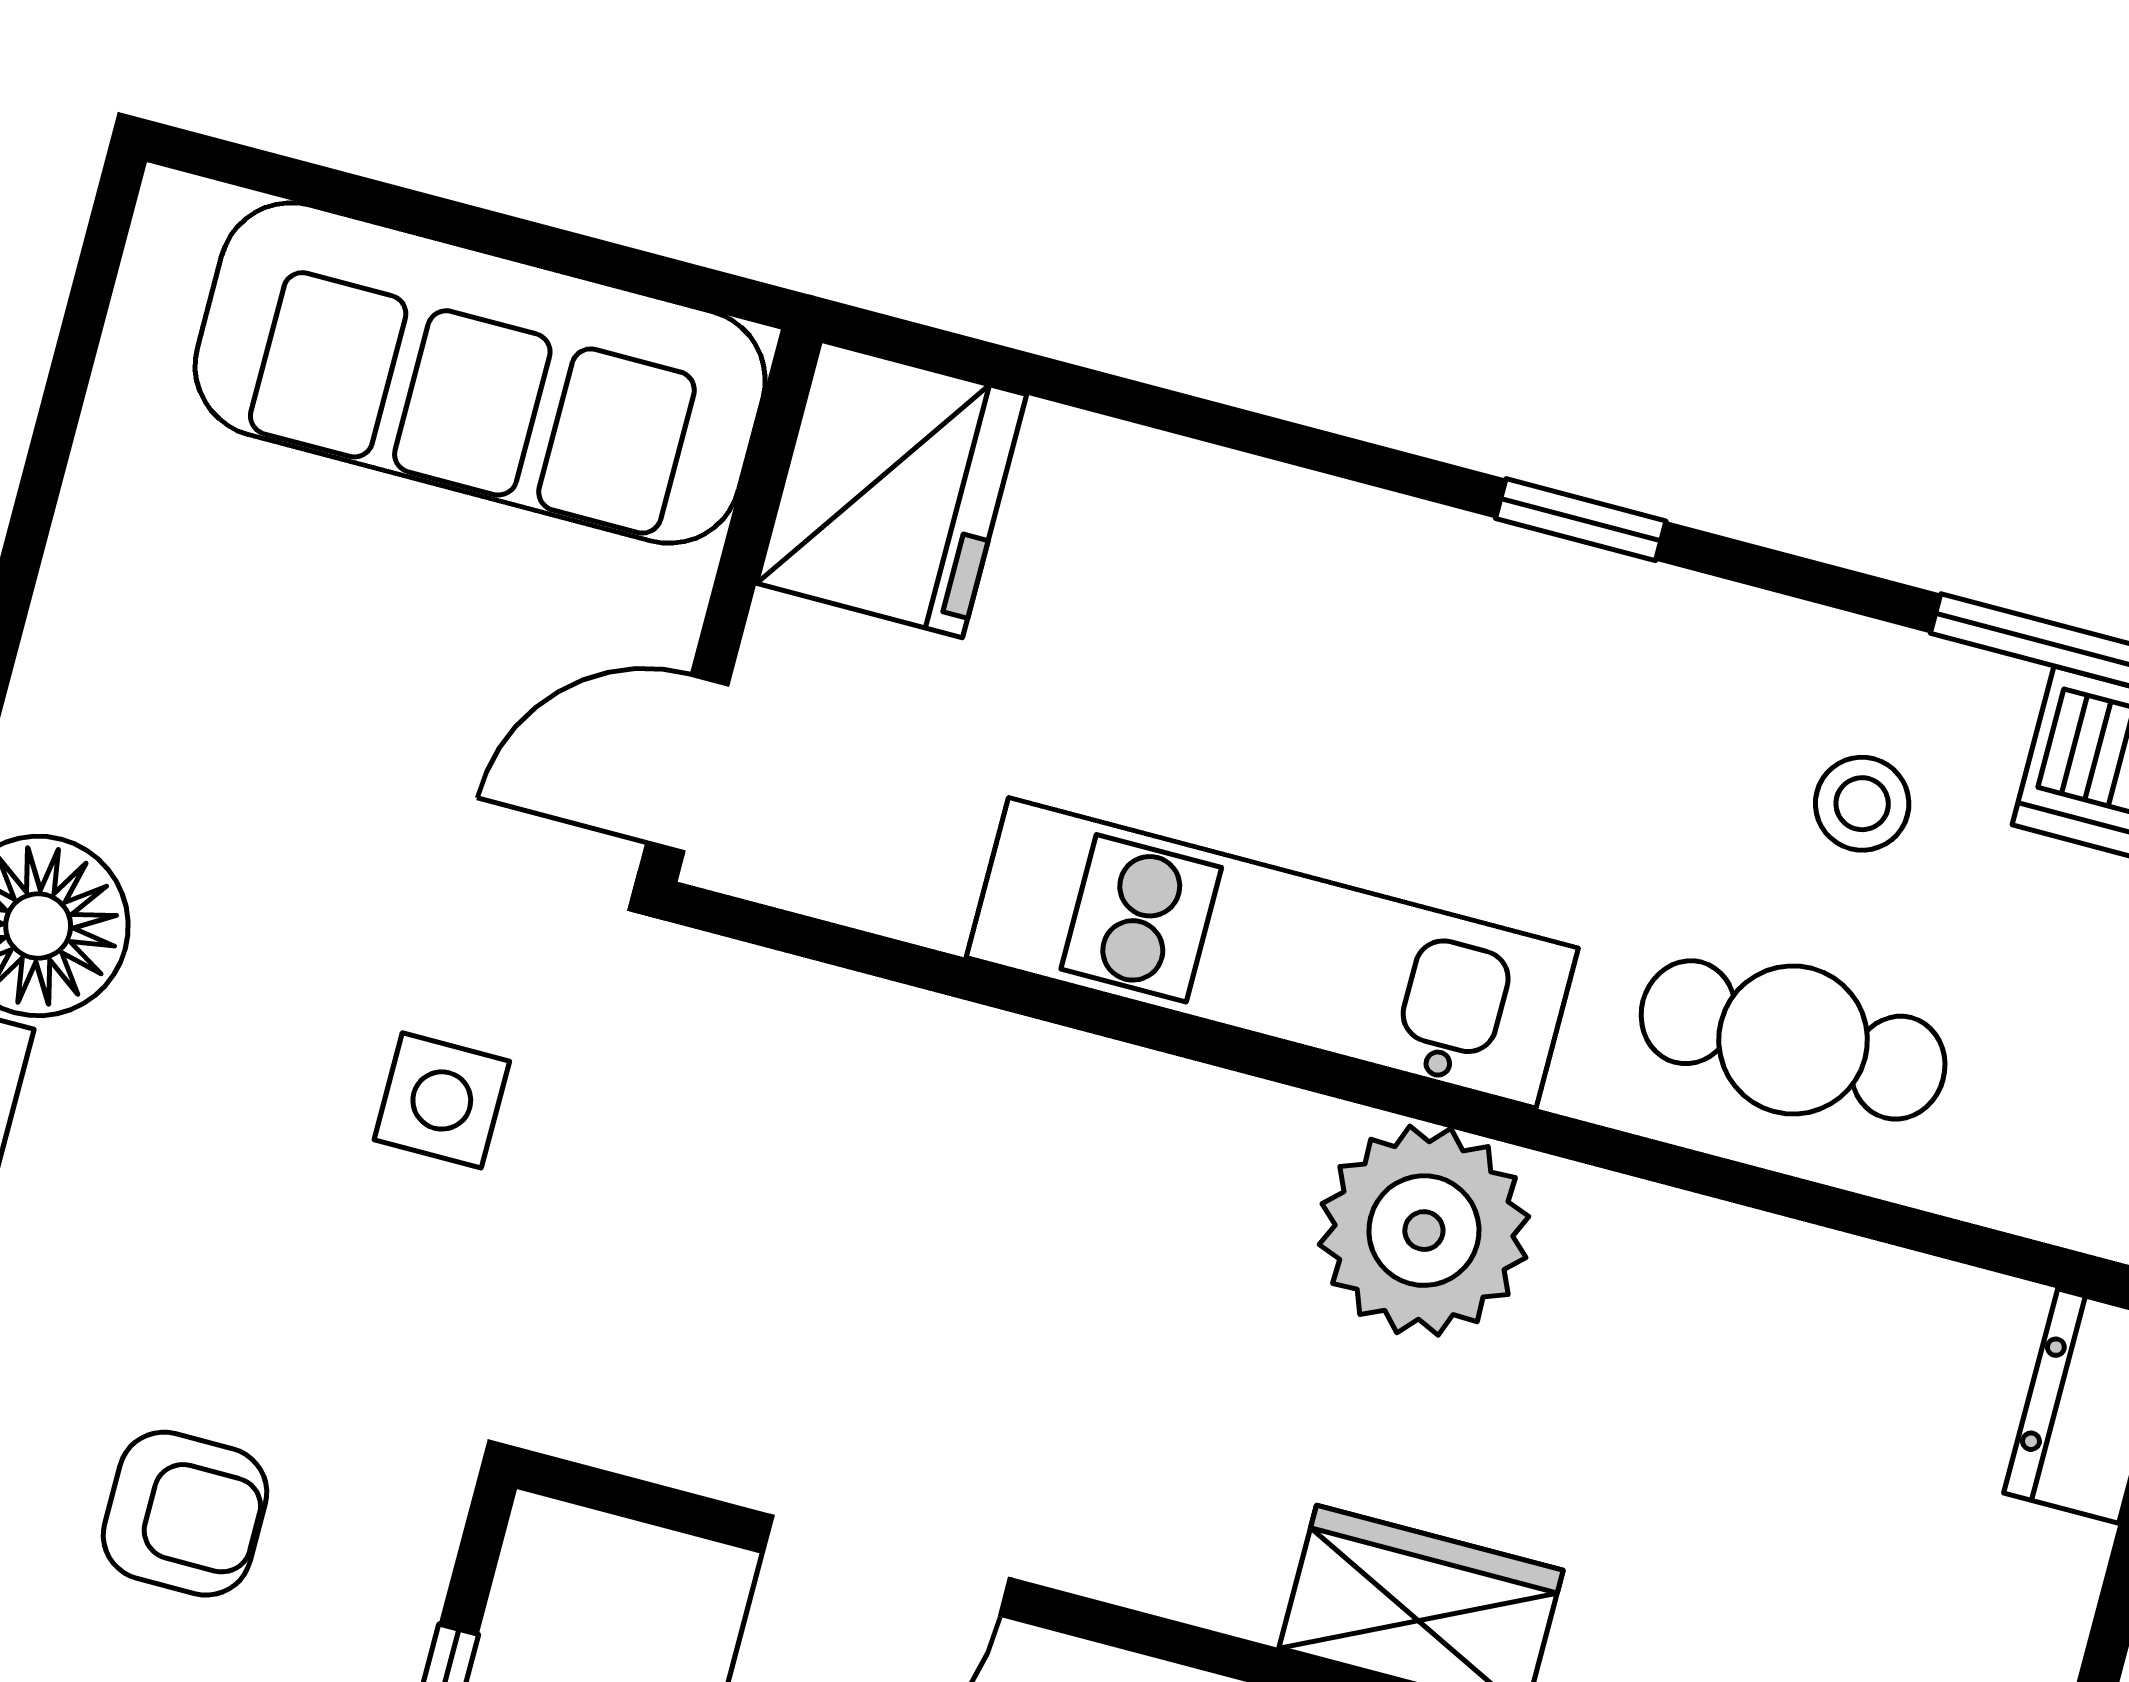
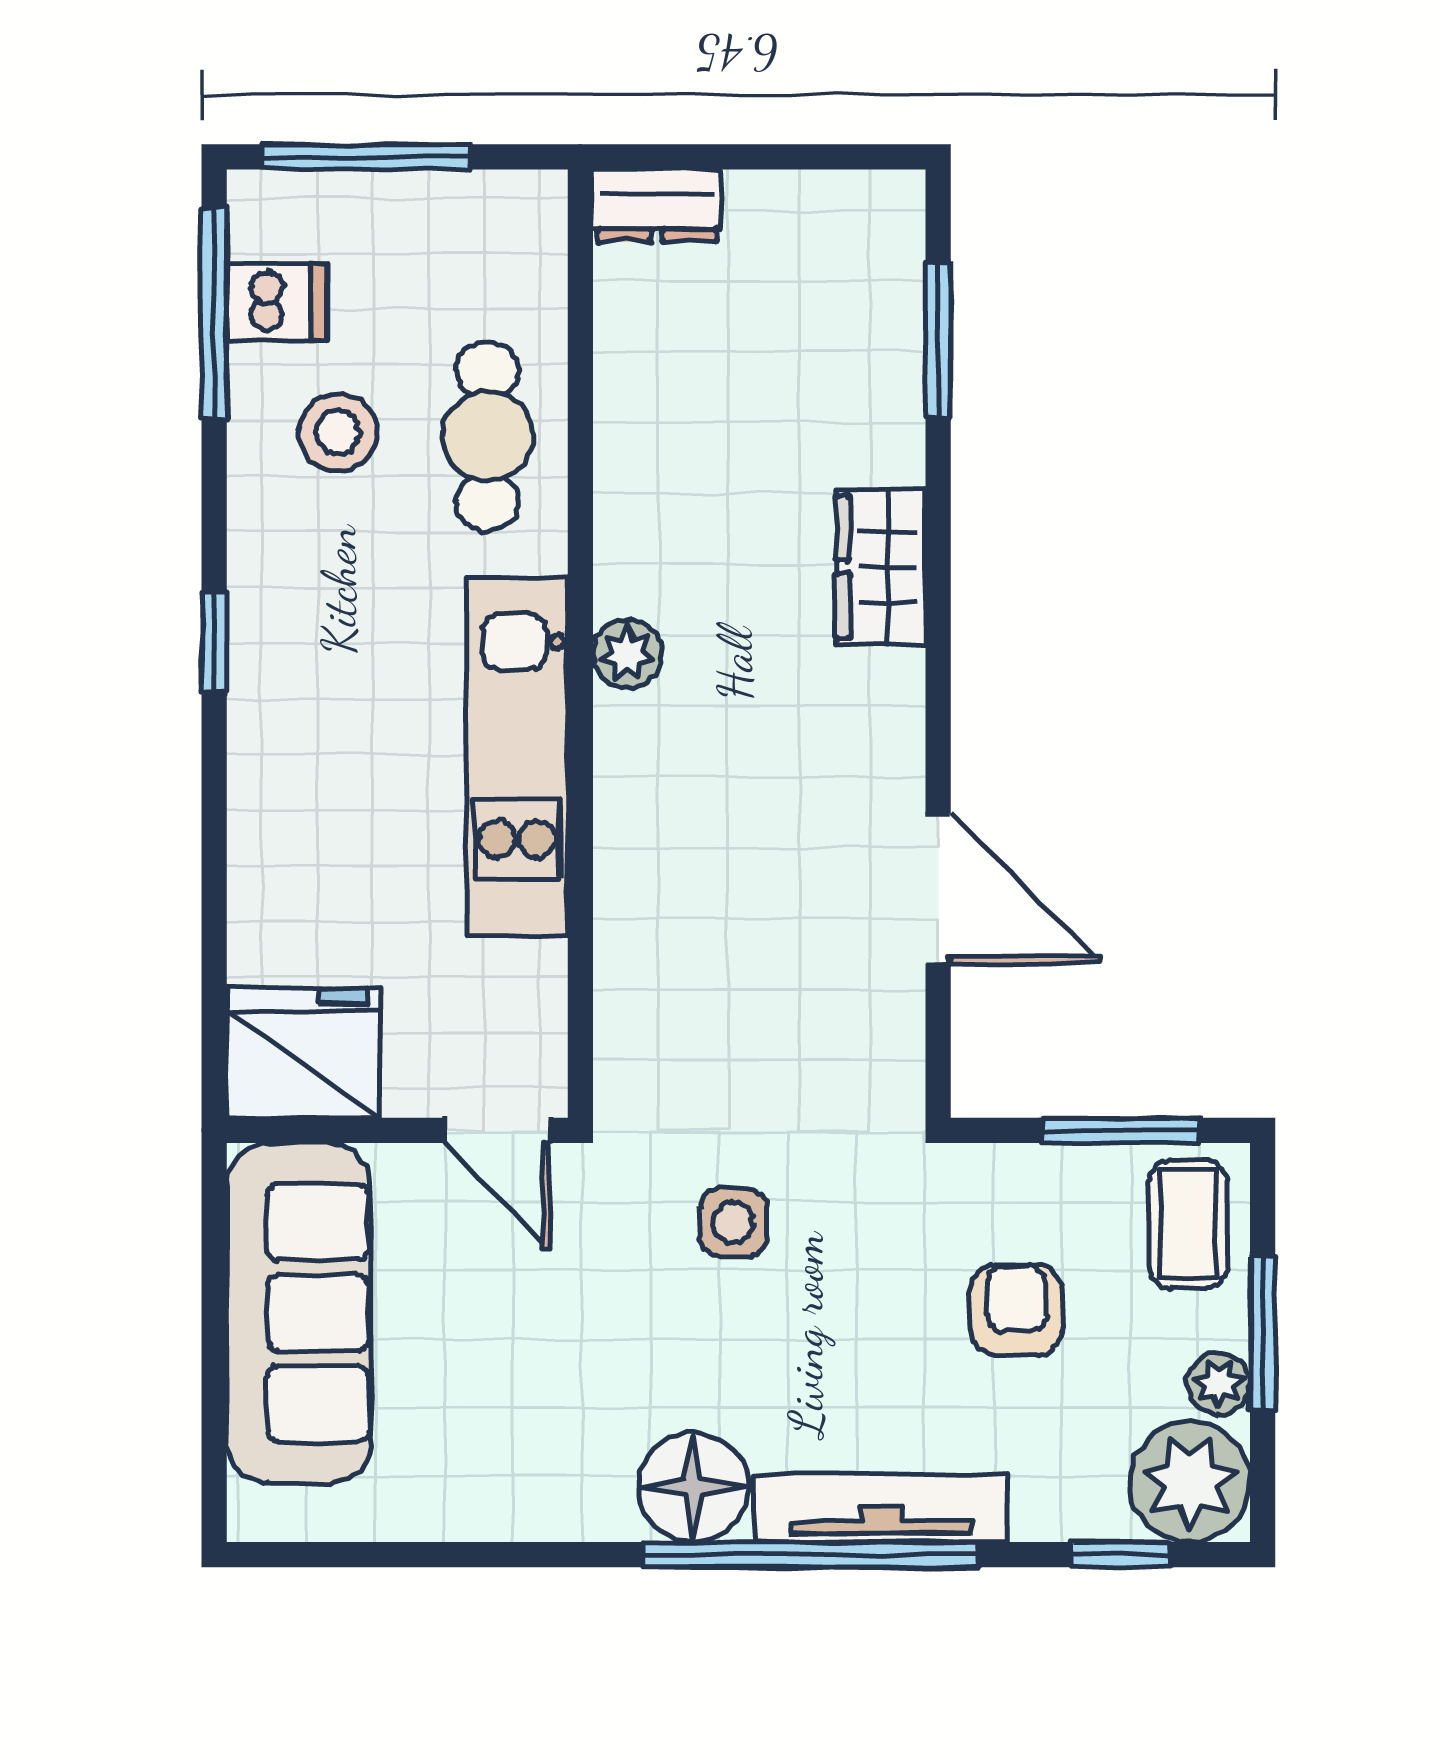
stool: (1862, 804) -> (338, 432), width x1.37, depth x1.37
plant: (1424, 1231) -> (627, 654), width x0.53, depth x0.53

